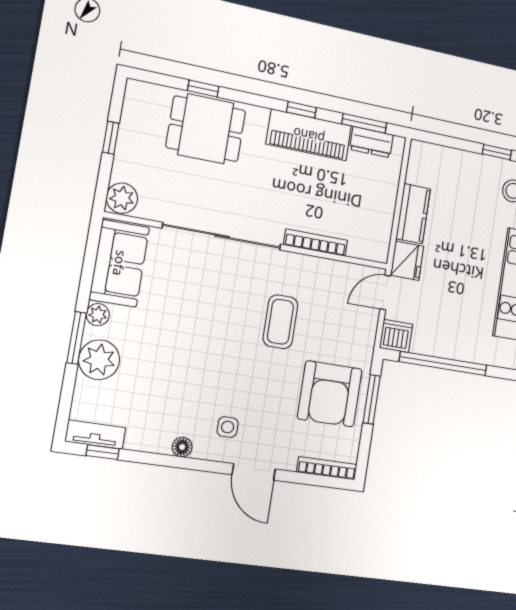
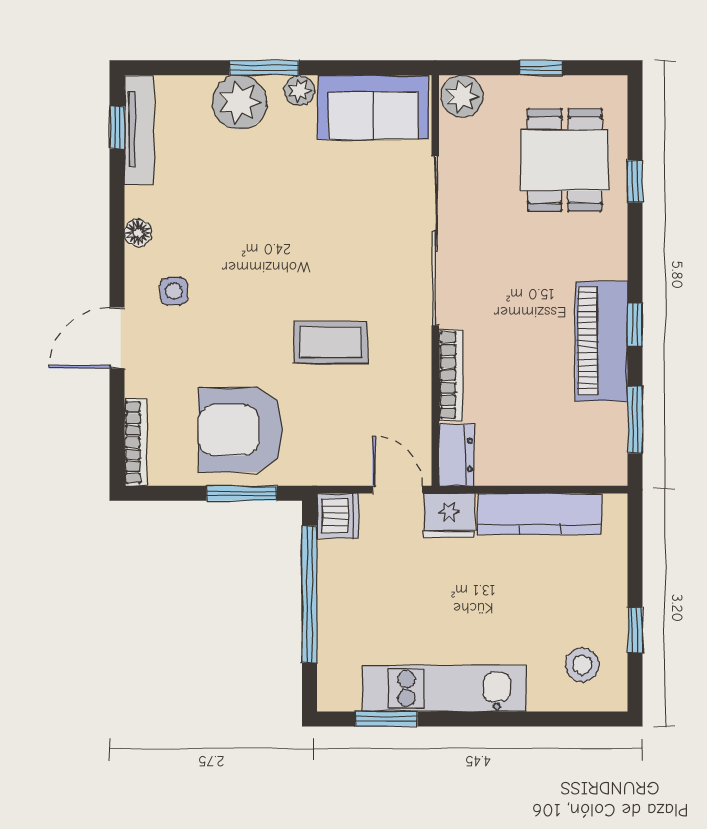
dining table: (206, 129) -> (565, 160), moved
dresser: (371, 142) -> (456, 455), moved, turned 180
kitchen counter: (413, 214) -> (540, 514), width x1.50
tv unit: (95, 435) -> (139, 130), width x1.41

